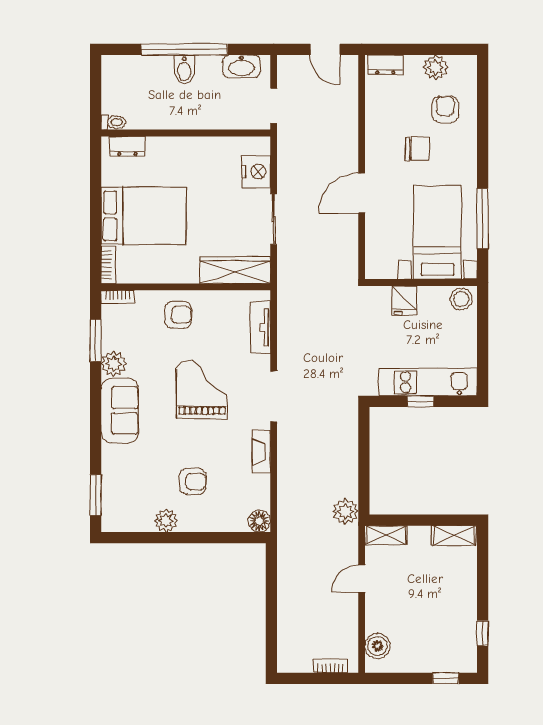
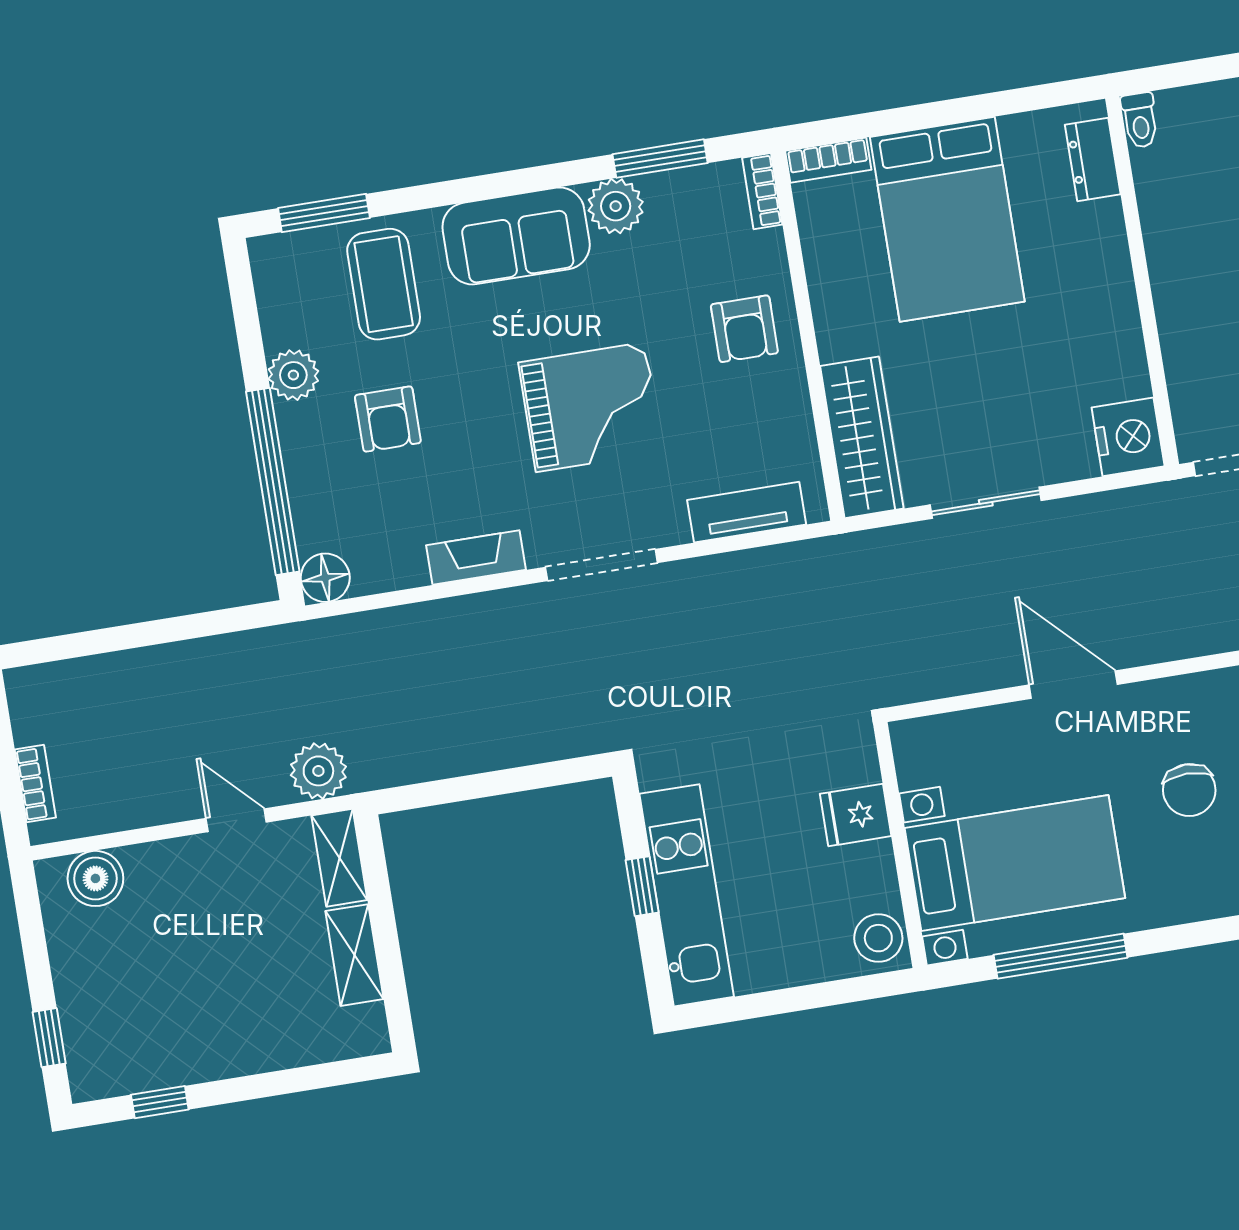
nightstand: (256, 171) -> (1128, 437), moved, turned -90
coffee table: (132, 474) -> (384, 284), added
plant: (345, 512) -> (318, 771), moved
shelving: (454, 535) -> (354, 955), moved
window: (212, 538) -> (273, 481), added

